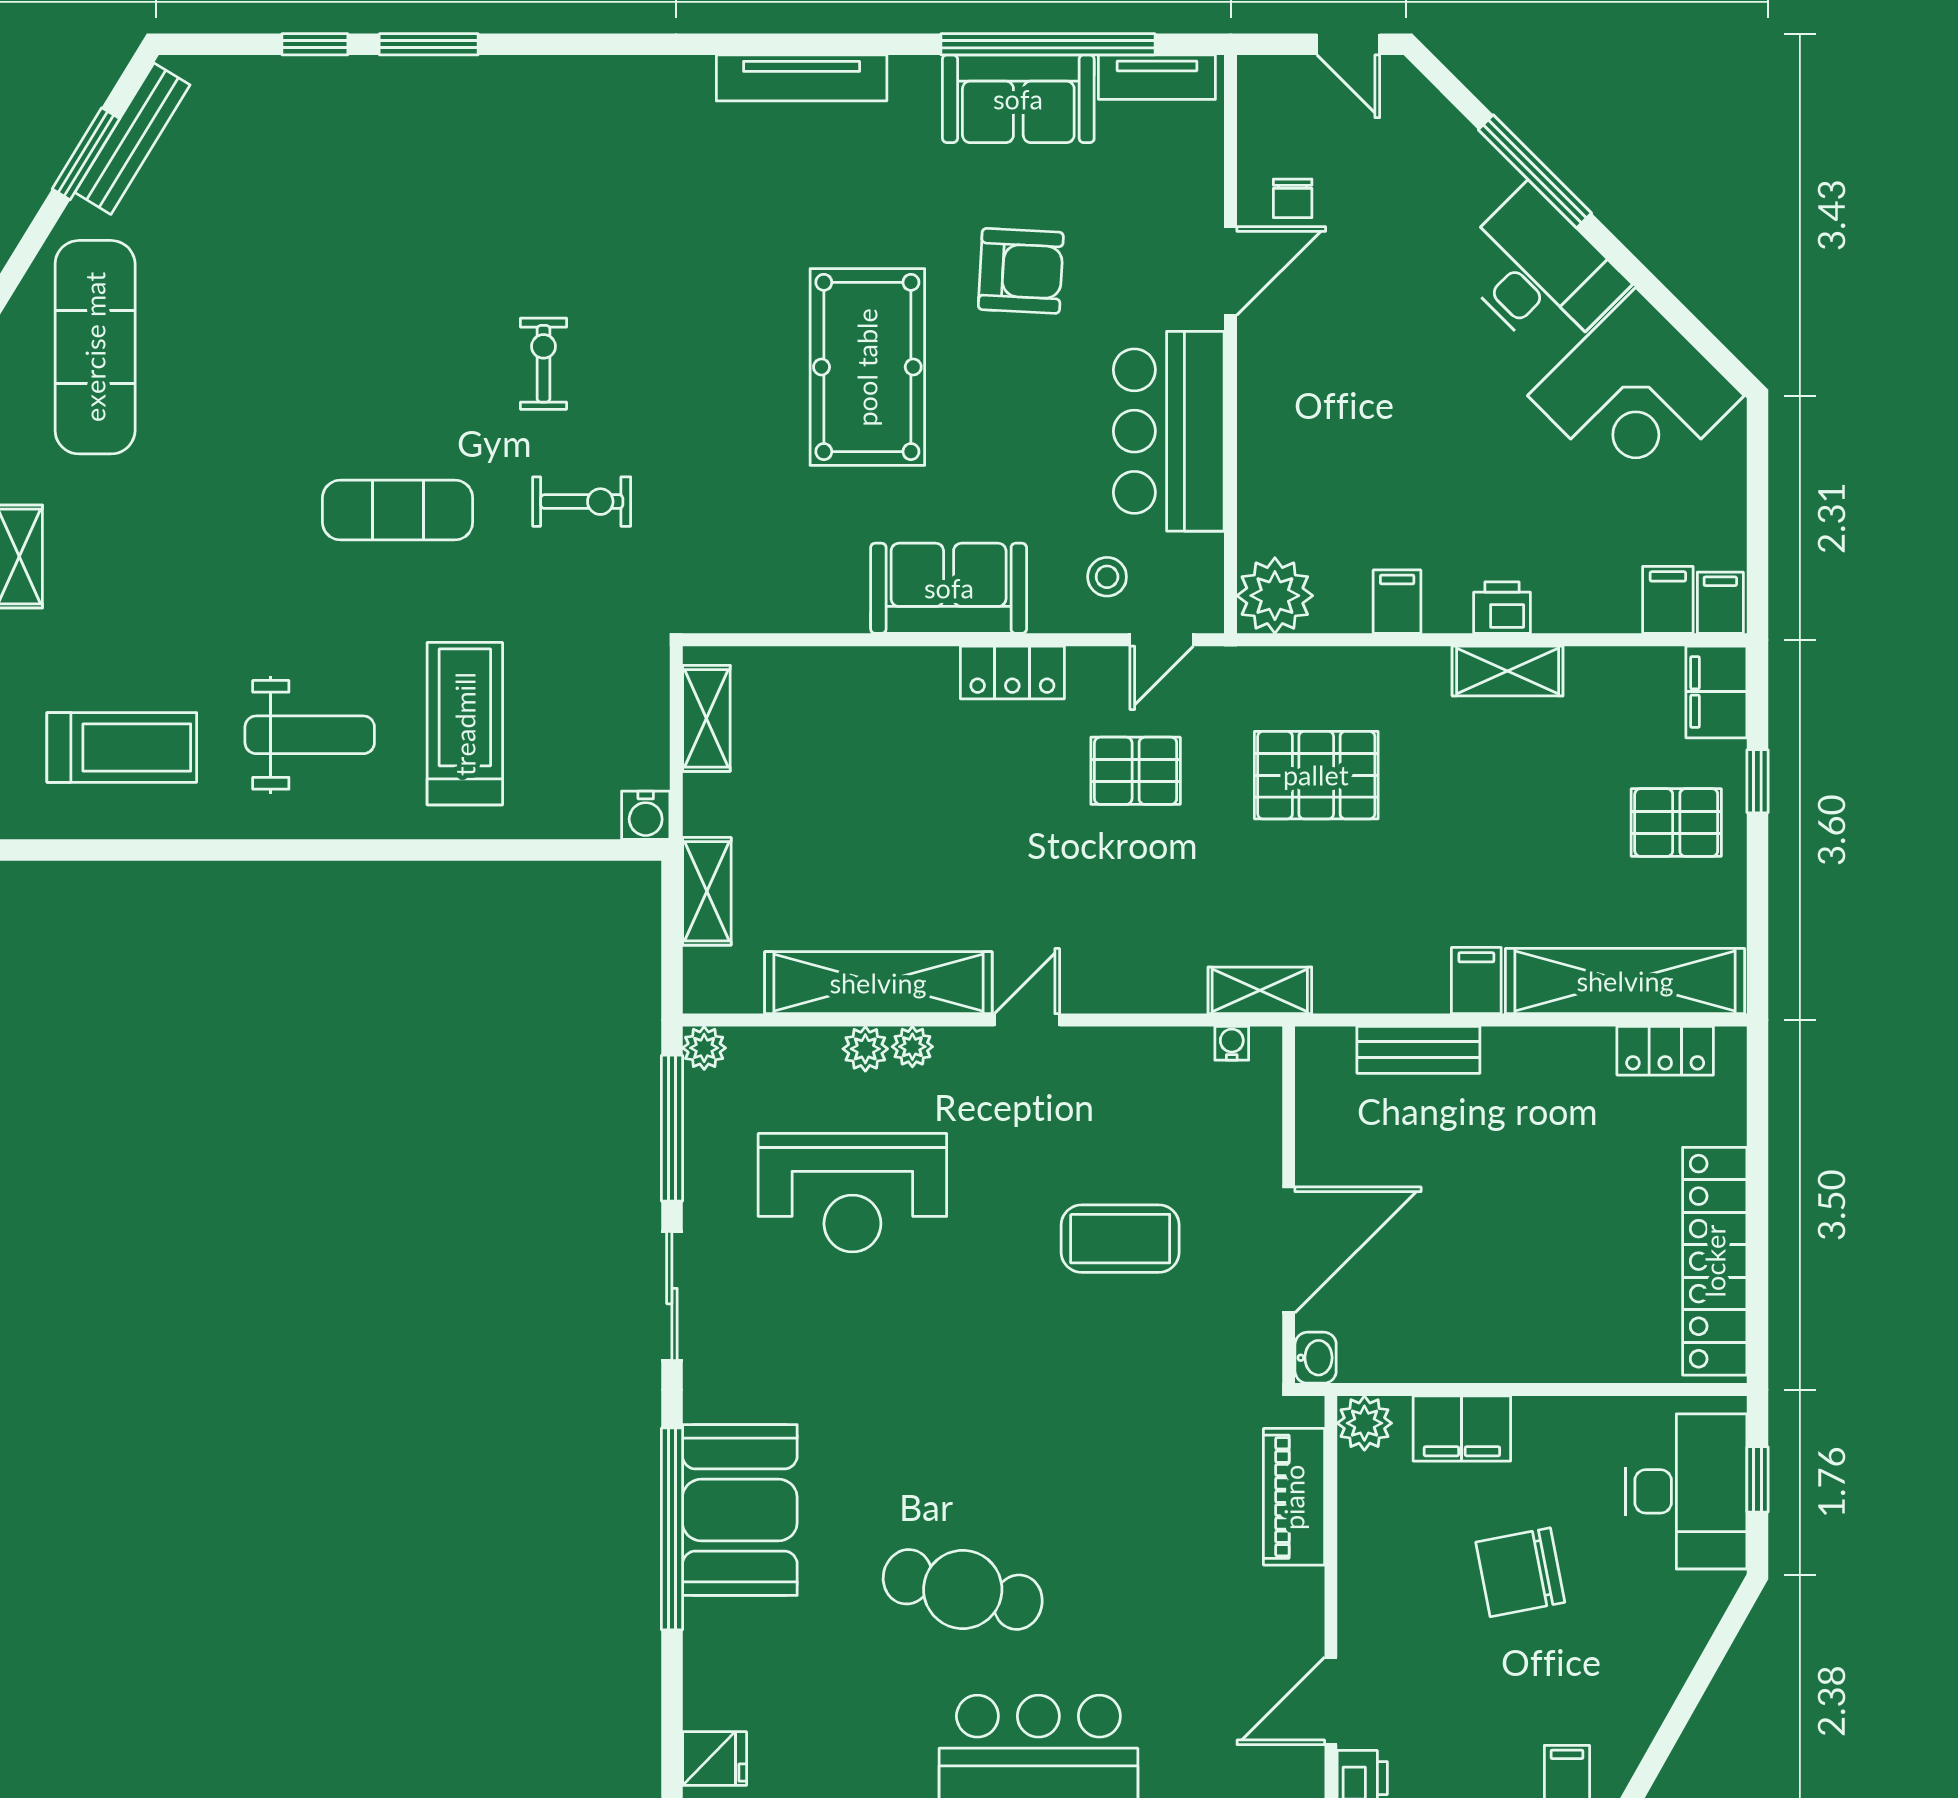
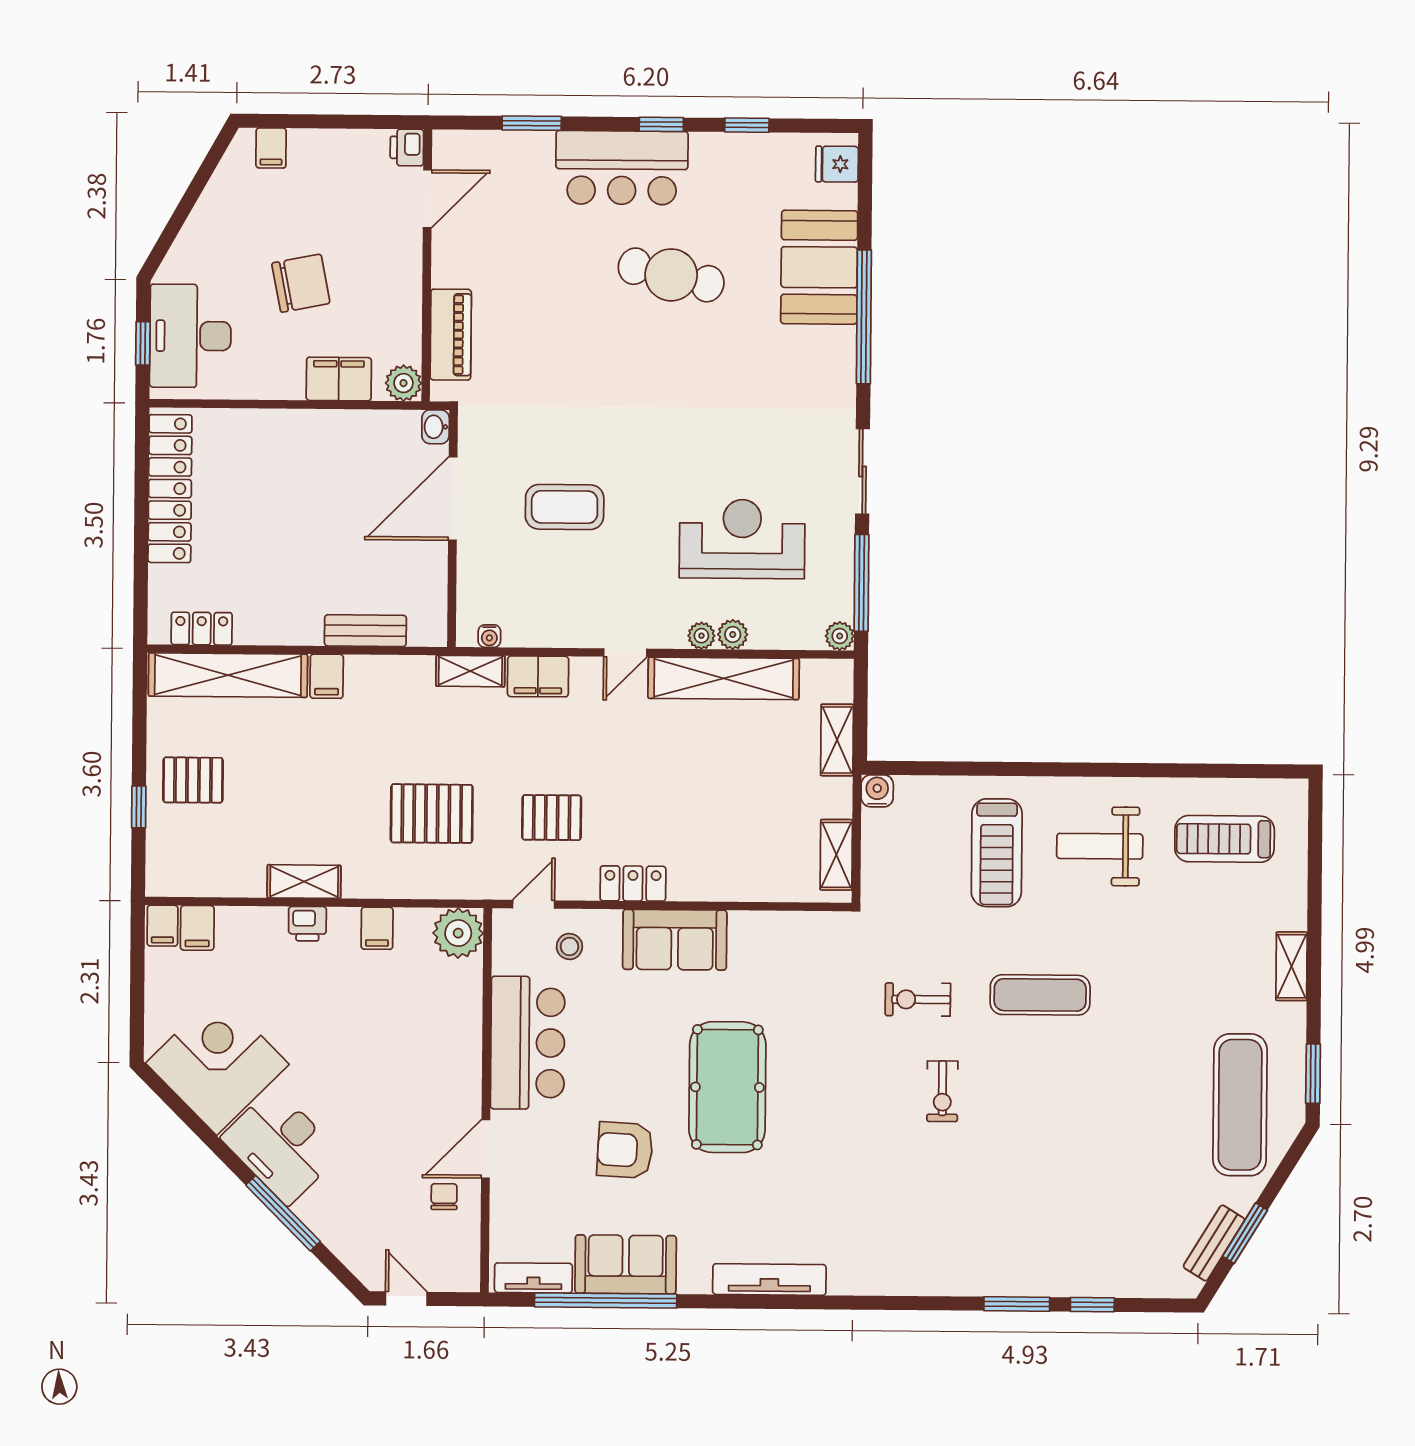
bench: (132, 139) -> (1214, 1243), width x0.73
filing cabinet: (1716, 692) -> (538, 676), moved, turned 90
booth: (740, 1510) -> (819, 267), moved

